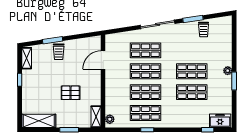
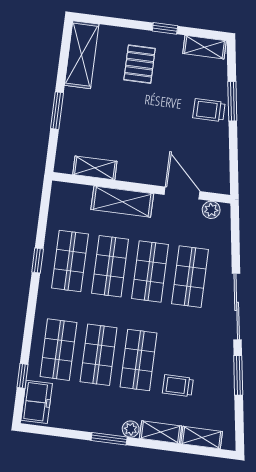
trolley: (204, 30) -> (178, 386), moved
shelving: (227, 34) -> (202, 438), added
shelving: (227, 55) -> (160, 432), added
shelving: (111, 90) -> (122, 202), added
pallet: (71, 93) -> (140, 64), moved
shop shelf: (192, 113) -> (58, 350), added
shelving: (96, 117) -> (95, 168), moved
plant: (110, 119) -> (211, 210), moved

